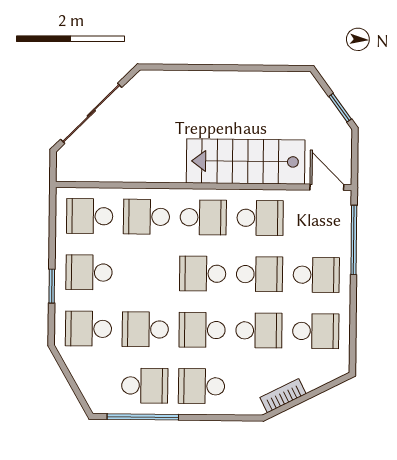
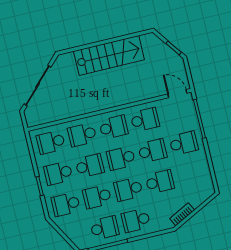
stairs: (246, 161) -> (109, 55), moved, turned 180
school desk: (316, 331) -> (90, 166), moved

